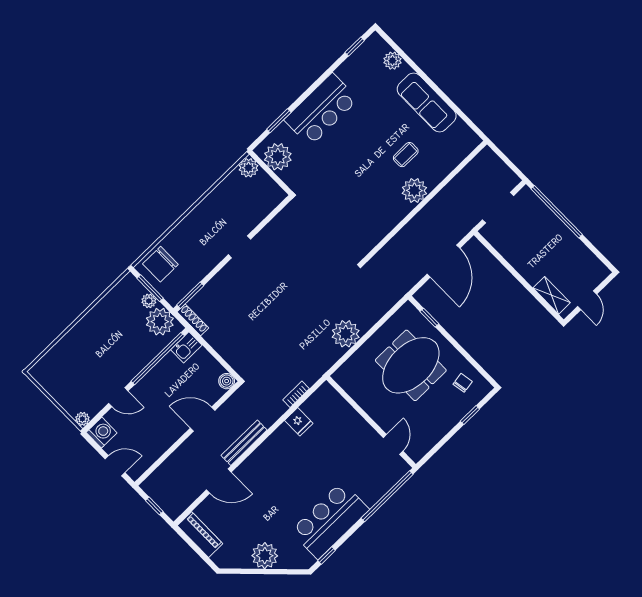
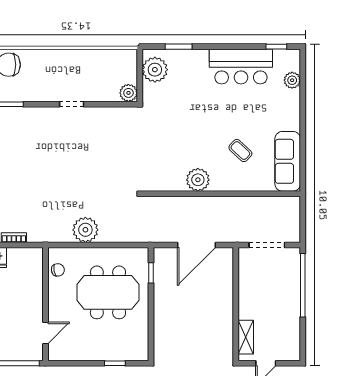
sofa: (427, 102) -> (288, 161), moved
bar counter: (321, 110) -> (241, 67), moved
coffee table: (406, 155) -> (240, 151), turned 43
plant: (248, 168) -> (128, 93), moved
plant: (414, 190) -> (198, 180), moved
chair: (463, 383) -> (58, 270), moved

